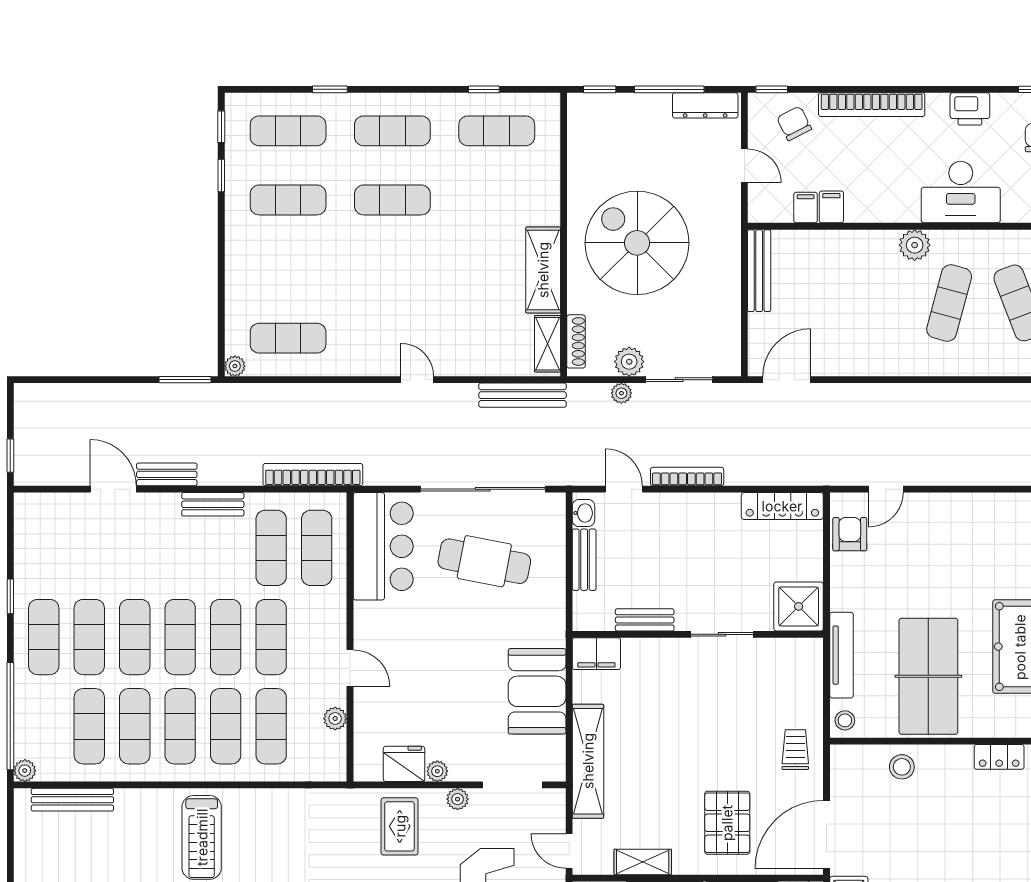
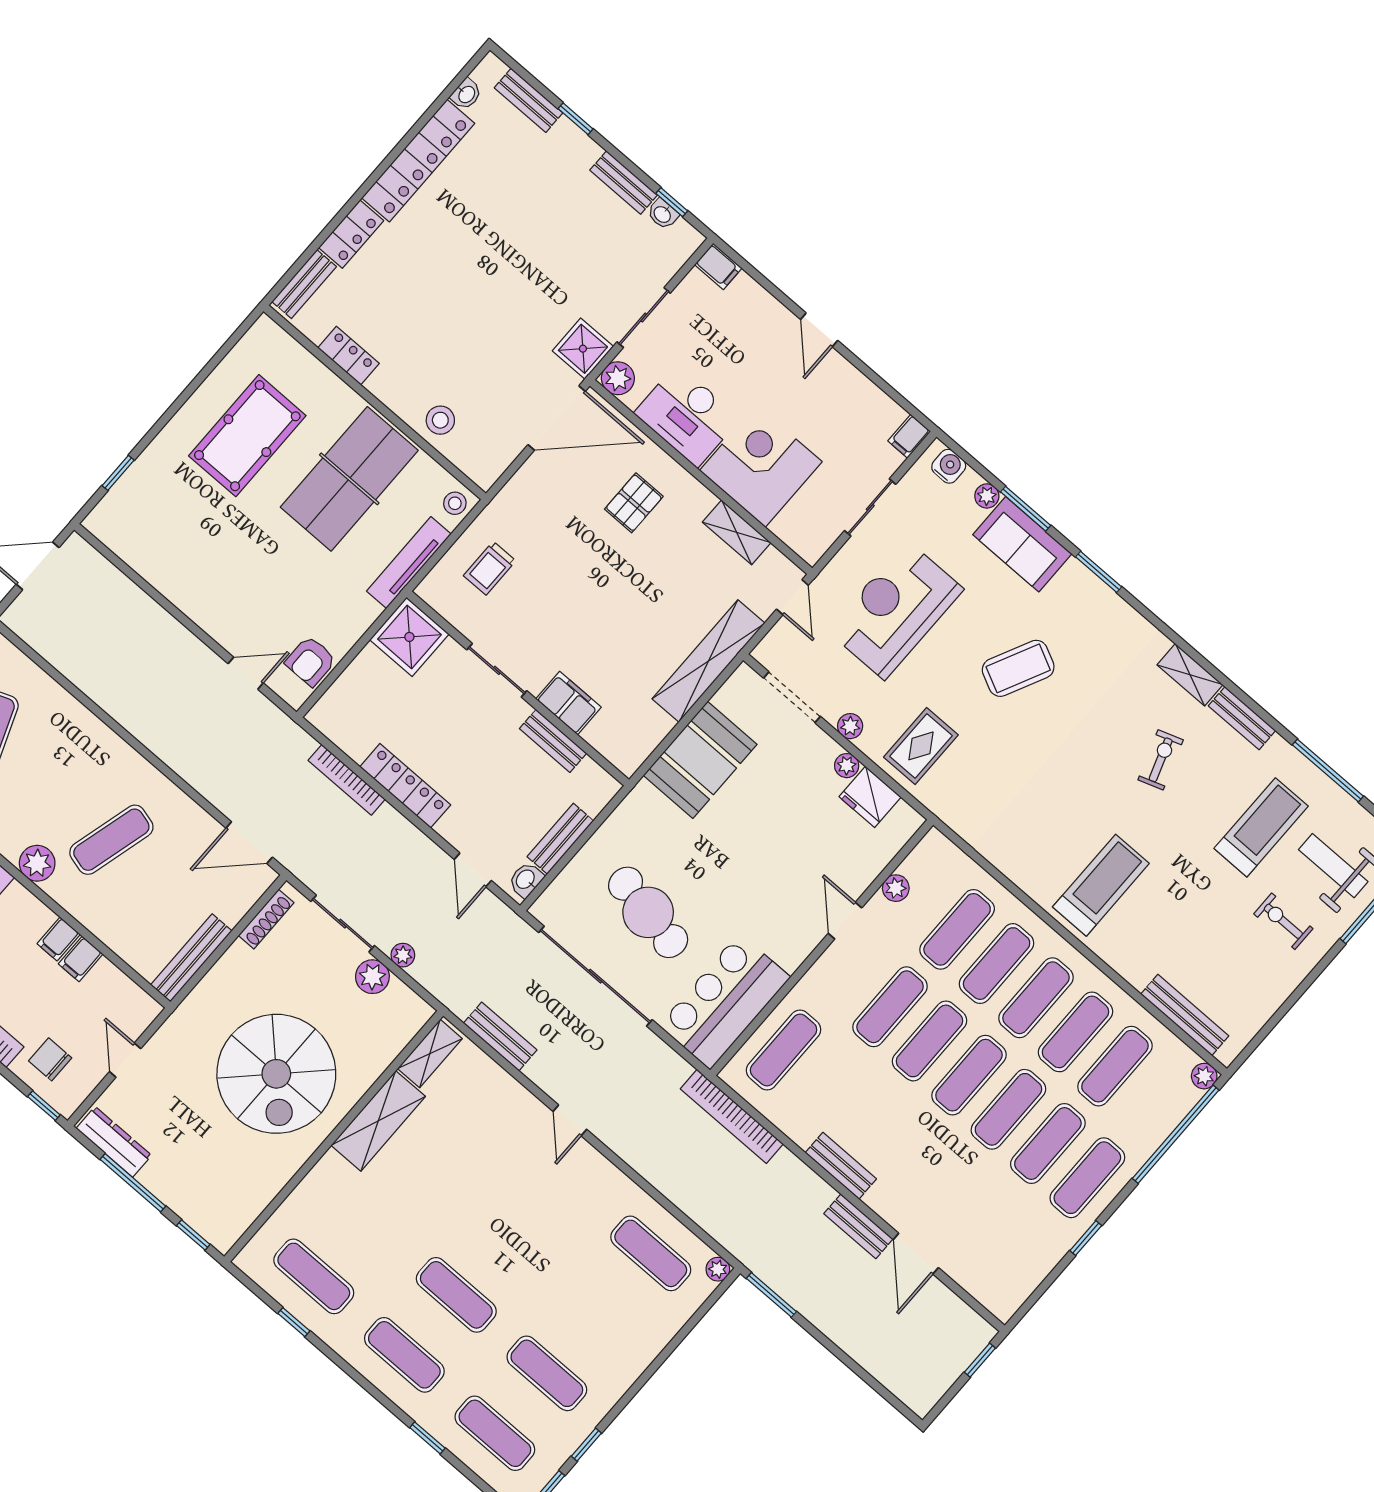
chair: (794, 123) -> (50, 1059), turned 117
filing cabinet: (806, 208) -> (59, 939), moved
exercise mat: (949, 303) -> (111, 840), moved
shoe rack: (576, 341) -> (266, 919), moved, turned 180
bench: (522, 395) -> (500, 1037), width x0.73
bookcase: (687, 477) -> (347, 780), moved
locker: (782, 506) -> (405, 786), moved
exercise mat: (271, 548) -> (823, 1084), removed
filing cabinet: (596, 654) -> (568, 703), moved
trolley: (795, 750) -> (490, 568), moved
pallet: (727, 823) -> (634, 503), width x0.67, depth x0.71

